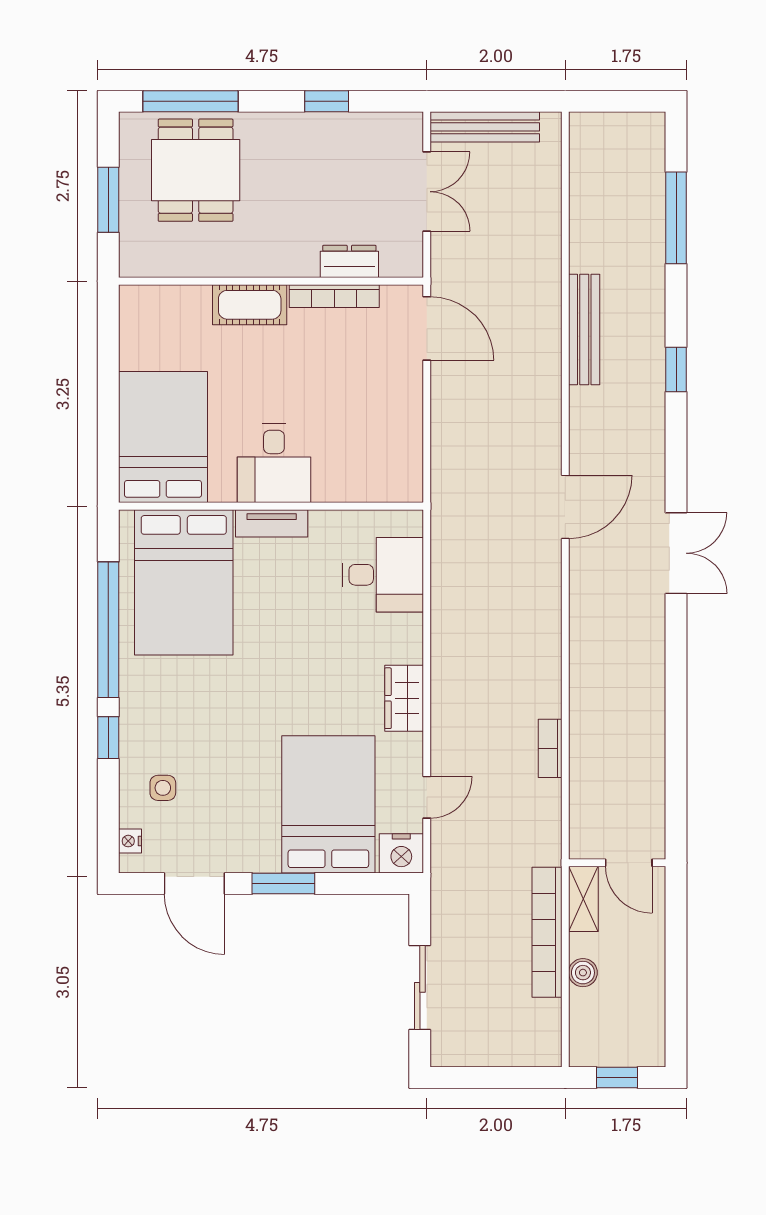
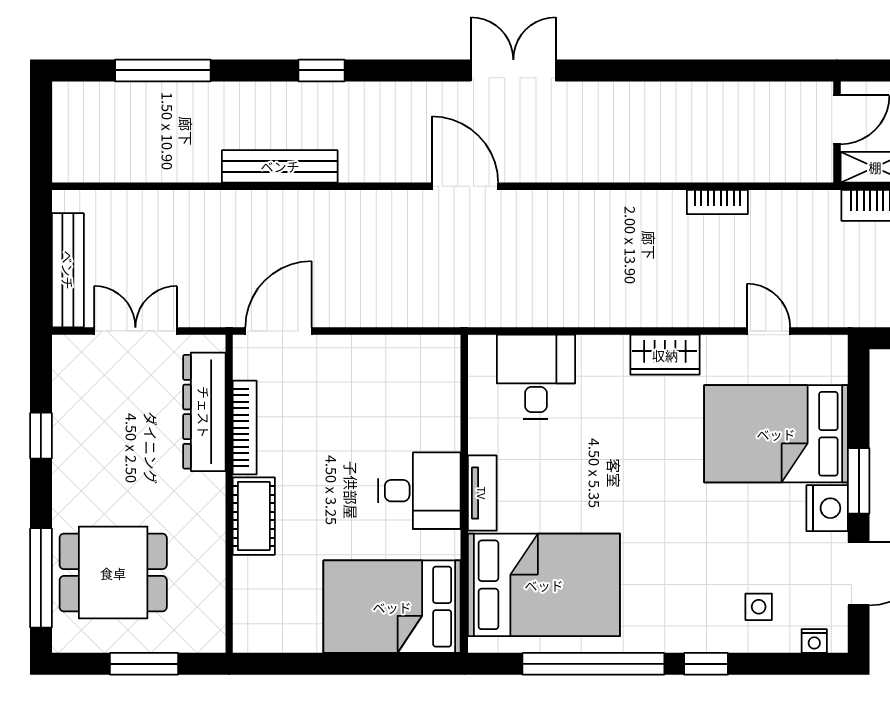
dresser: (349, 261) -> (204, 412), width x1.96, depth x1.24
nightstand: (401, 853) -> (827, 508), moved

